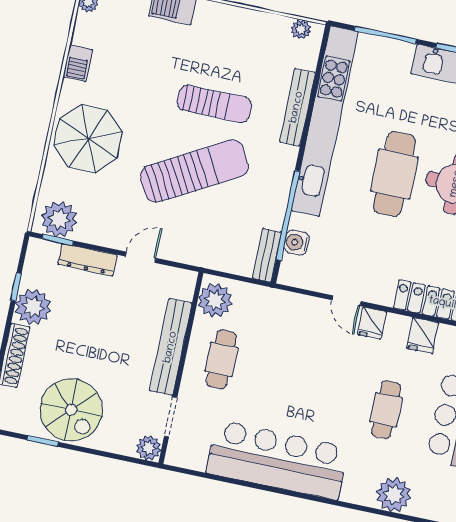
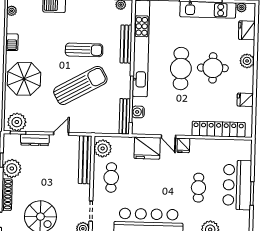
bench: (267, 255) -> (125, 116), width x1.36
fridge: (423, 336) -> (147, 148), moved, width x1.88, depth x1.34
bench: (171, 347) -> (85, 160), moved

